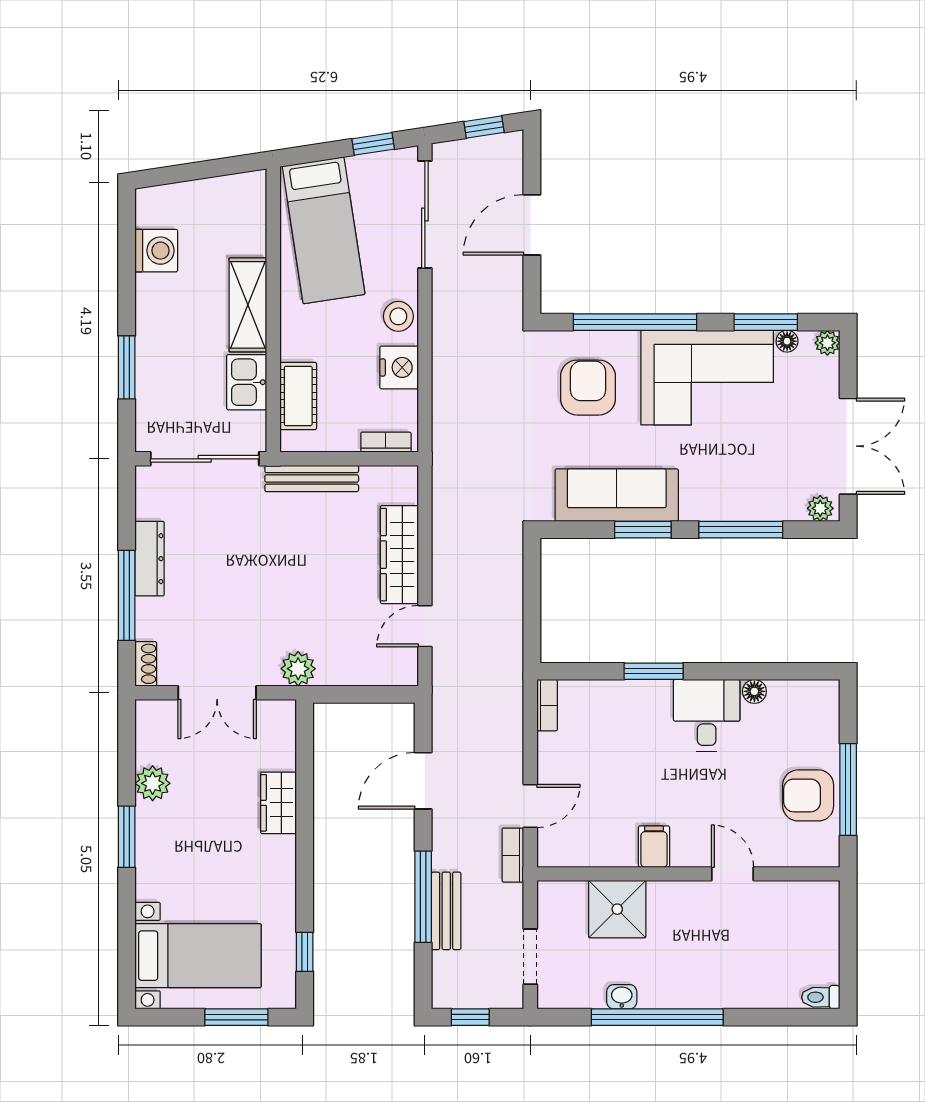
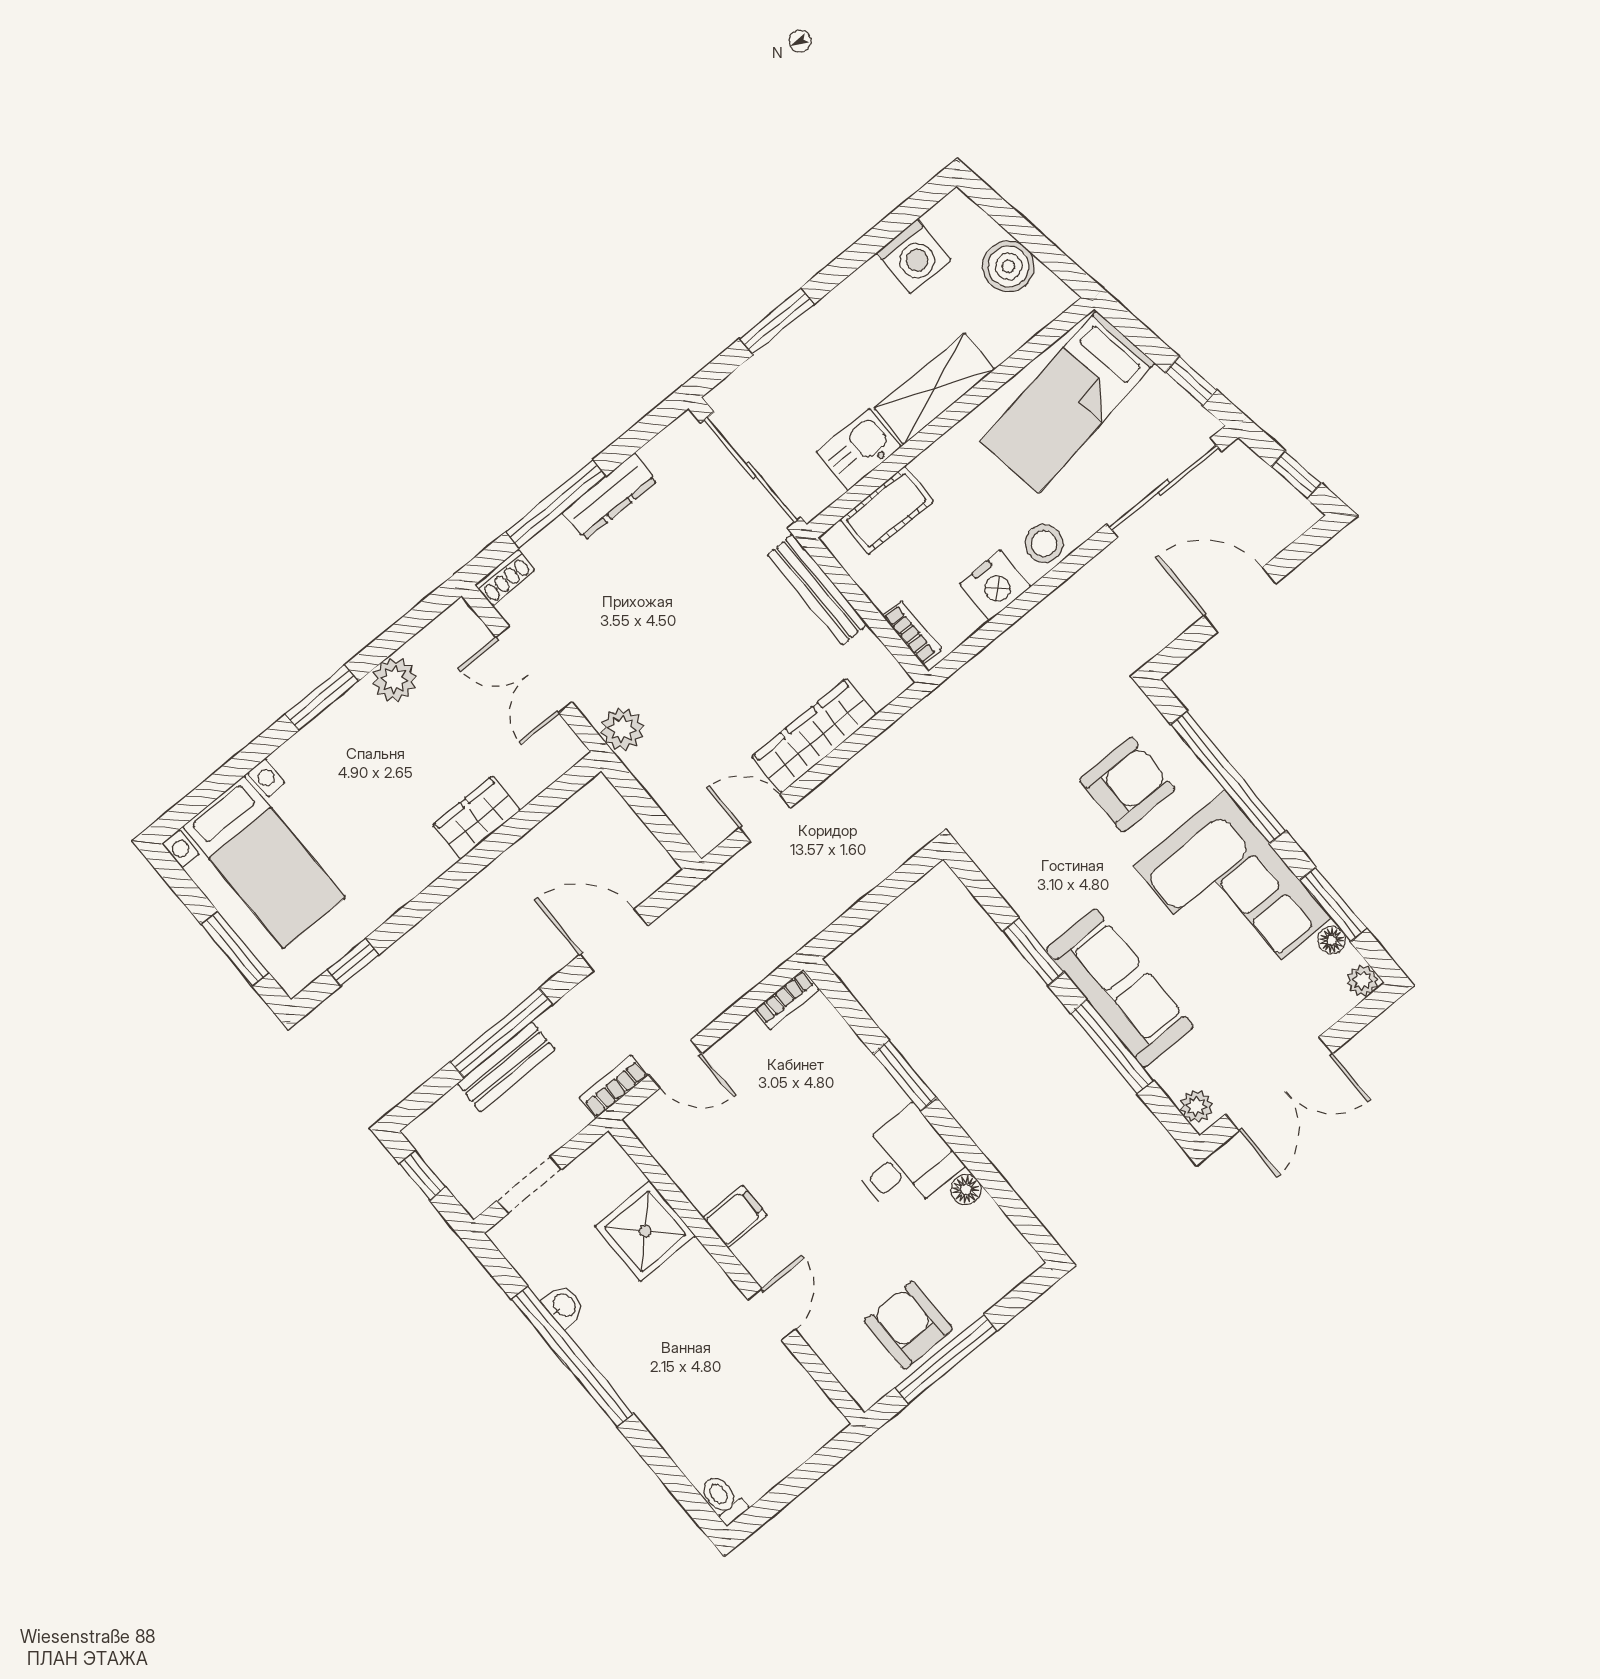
boiler: (211, 198) -> (1008, 266), added
sofa: (617, 495) -> (1120, 988), moved

